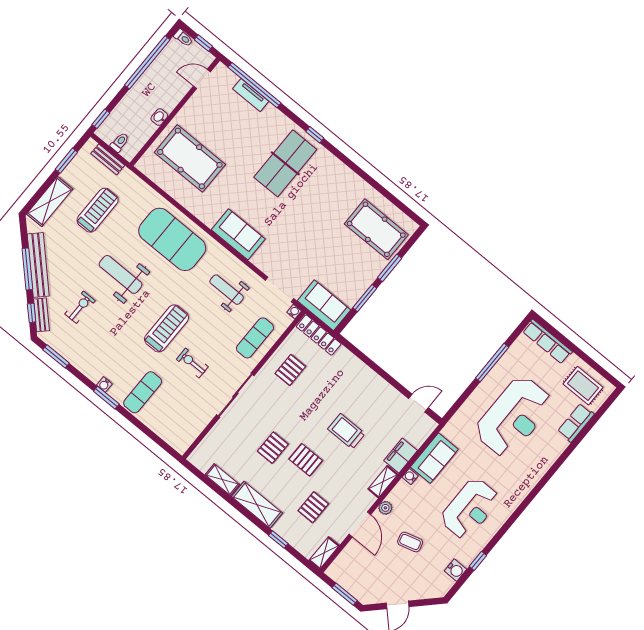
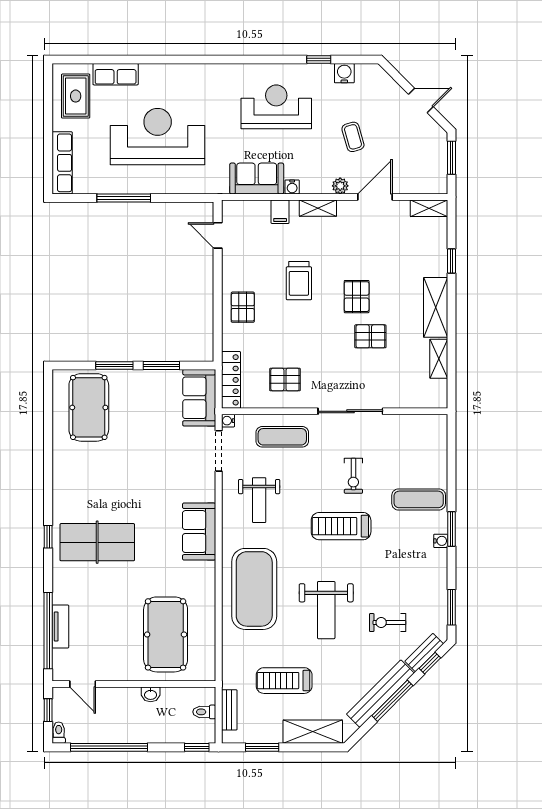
filing cabinet: (401, 456) -> (280, 212), width x0.50
pallet: (313, 507) -> (243, 307), moved, turned 90

